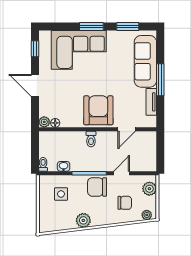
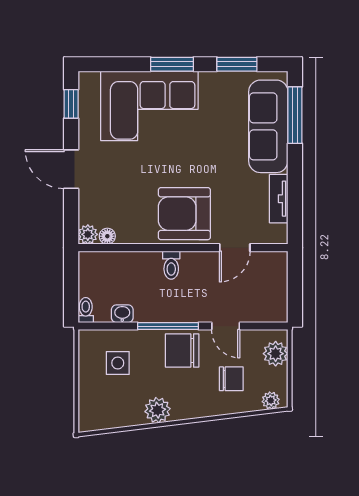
window: (160, 80) -> (295, 115), moved
armchair: (98, 110) -> (184, 214), turned -90
door: (121, 173) -> (226, 326), swing flipped

